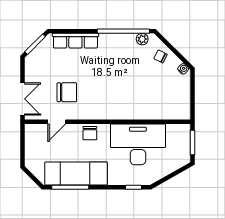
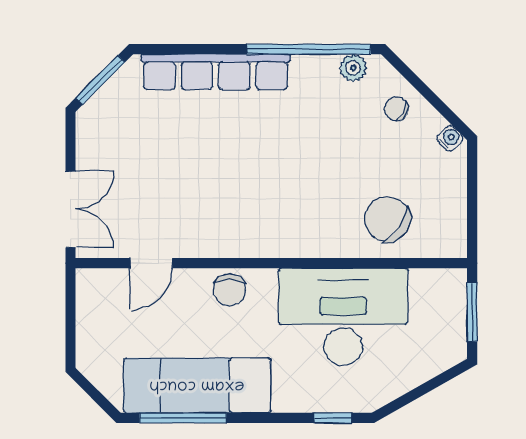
row of seats: (75, 41) -> (216, 72), width x1.36
chair: (67, 92) -> (387, 219), moved, turned -145

